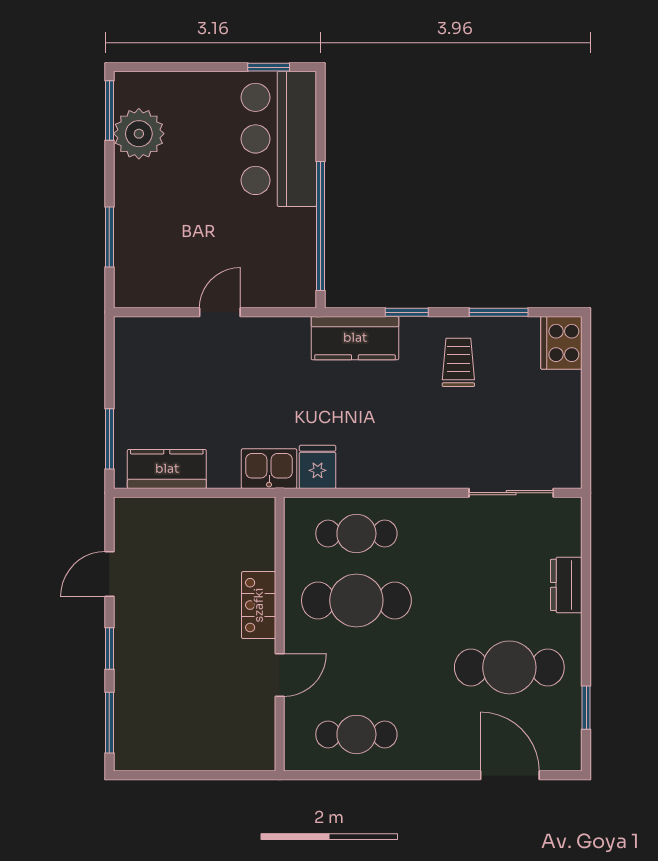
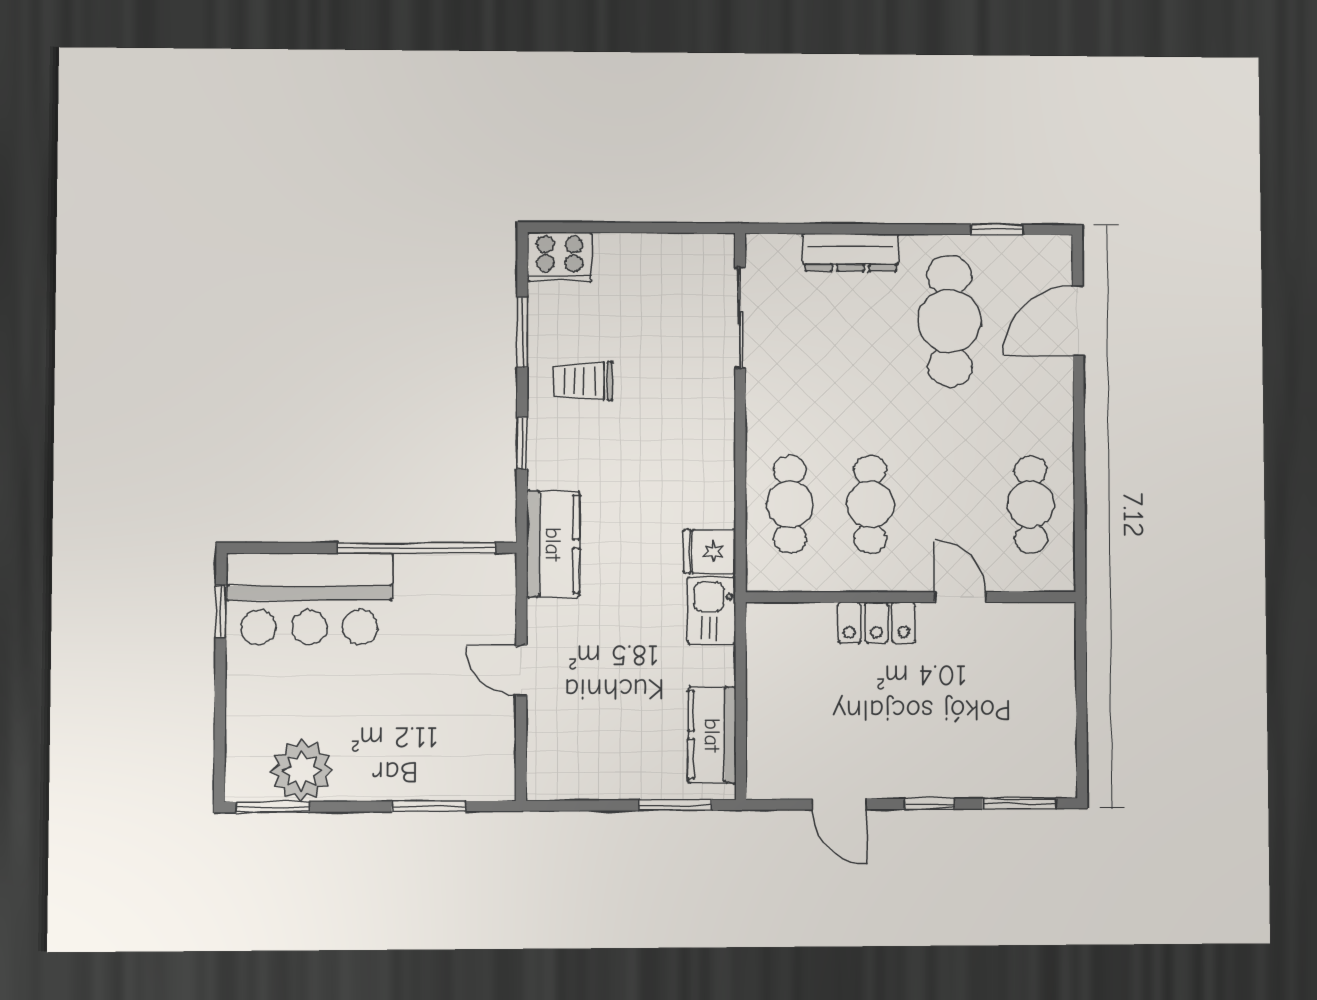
kitchen counter: (355, 338) -> (553, 544), moved
dresser: (566, 585) -> (851, 252), width x1.44
cafe table: (356, 600) -> (870, 504), width x0.73, depth x0.74

